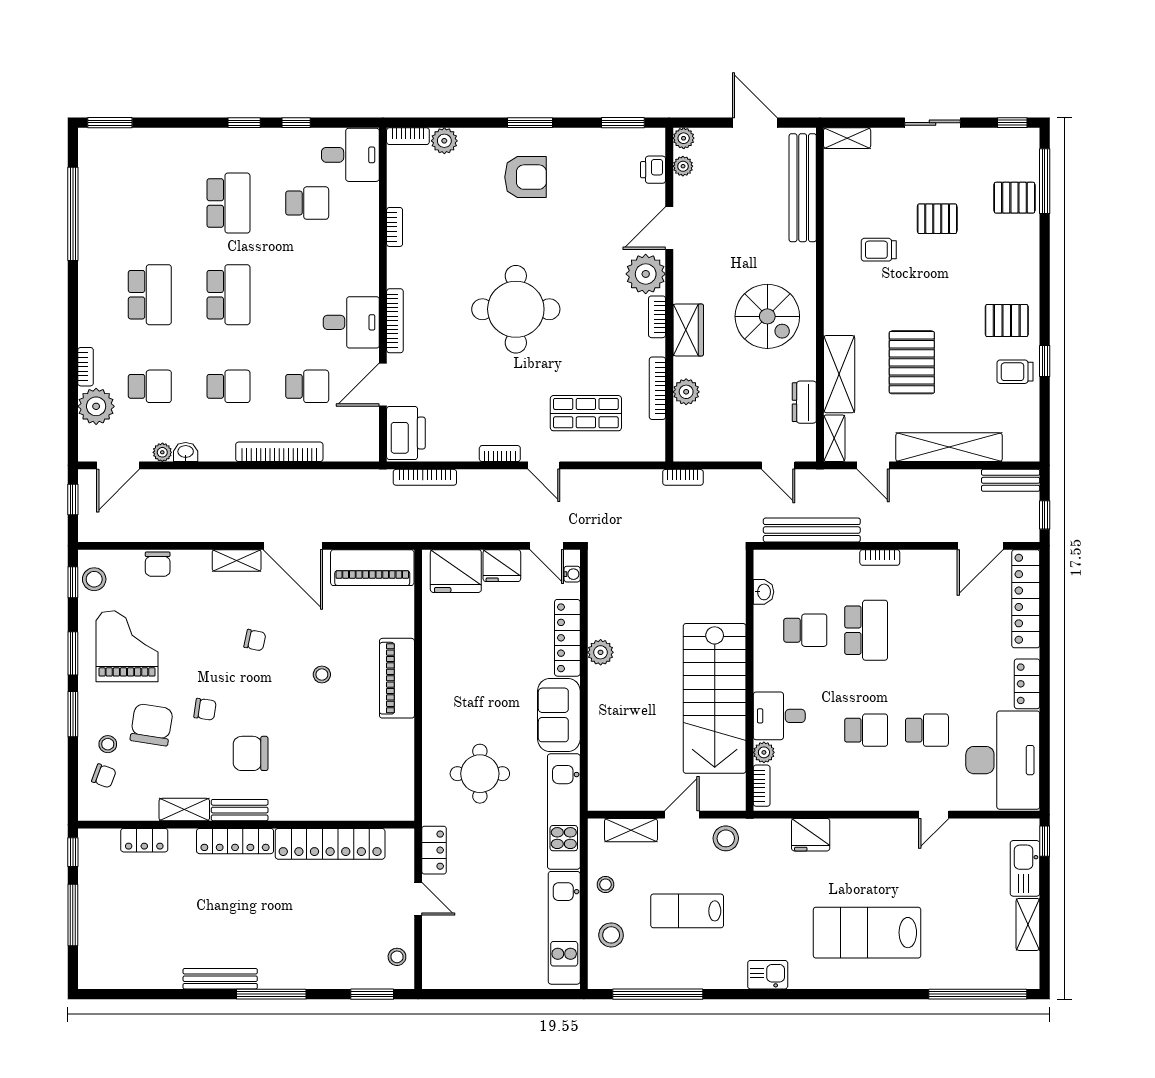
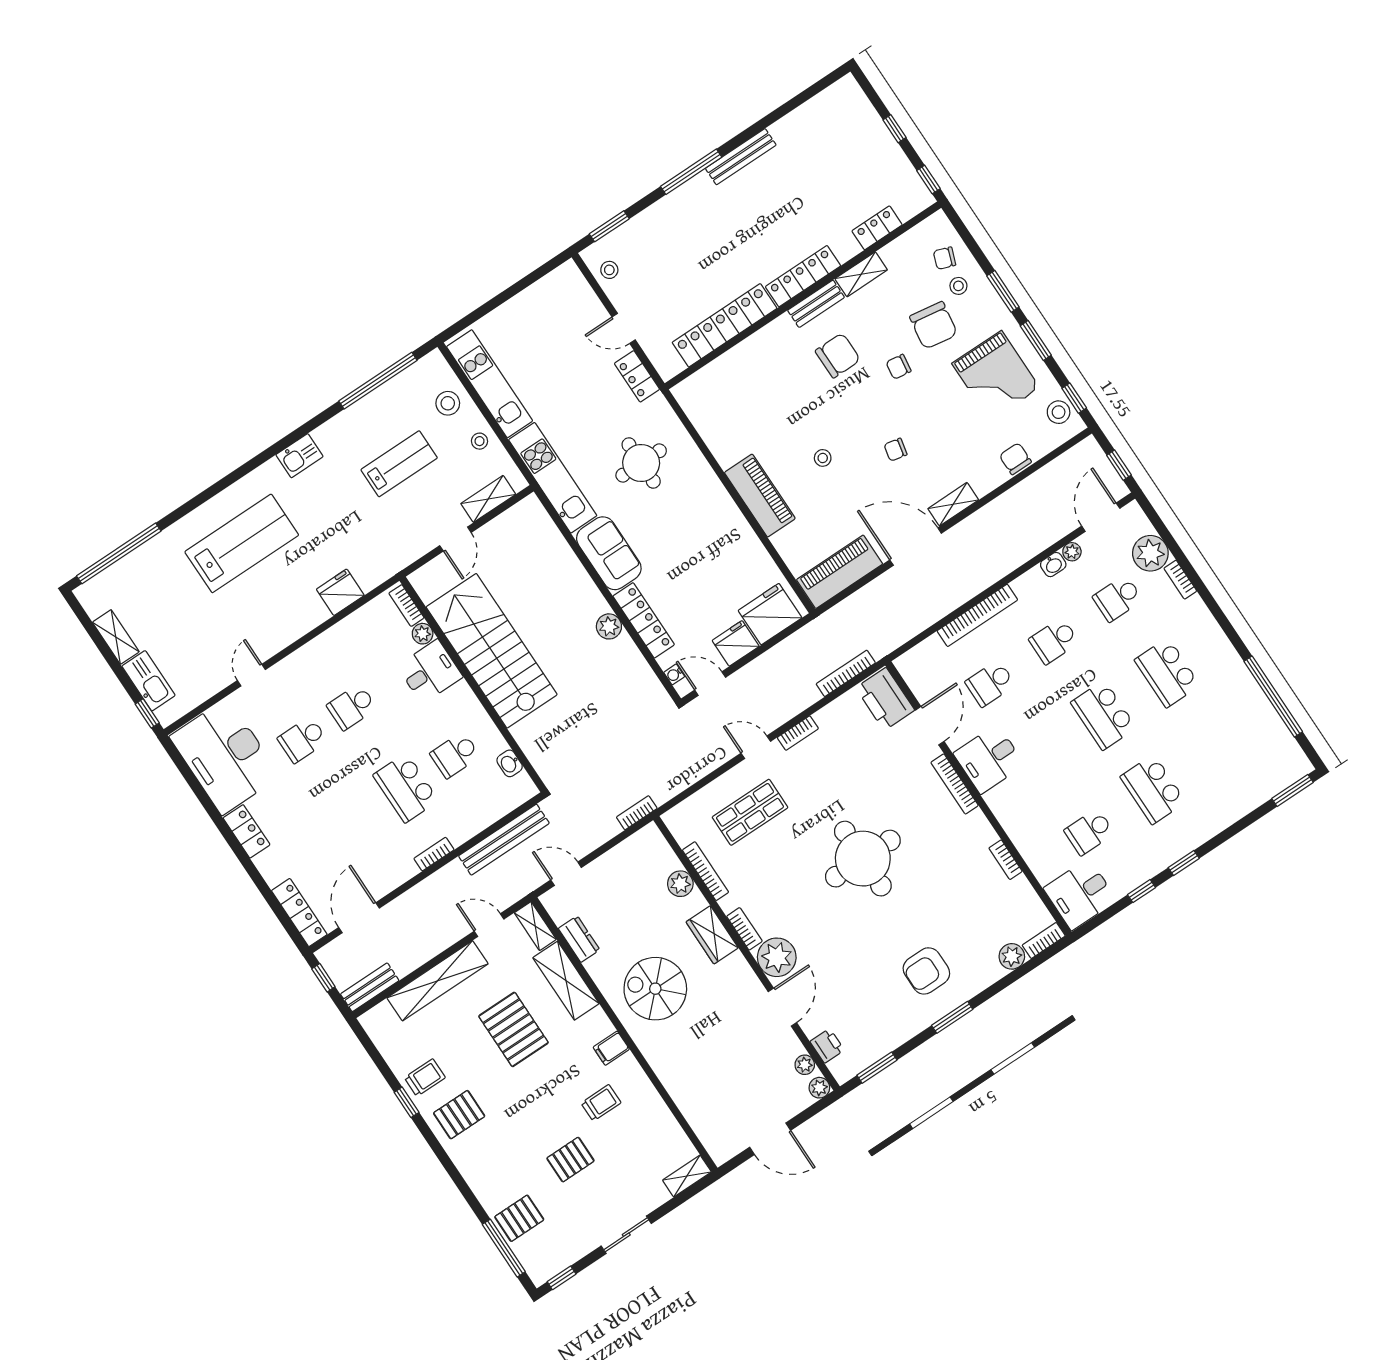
bench: (803, 188) -> (696, 1112), removed
filing cabinet: (839, 291) -> (611, 1048), added
locker: (1026, 599) -> (299, 912), width x0.71, depth x0.83
stool: (726, 838) -> (407, 543), removed
window: (73, 915) -> (895, 129), width x0.46

